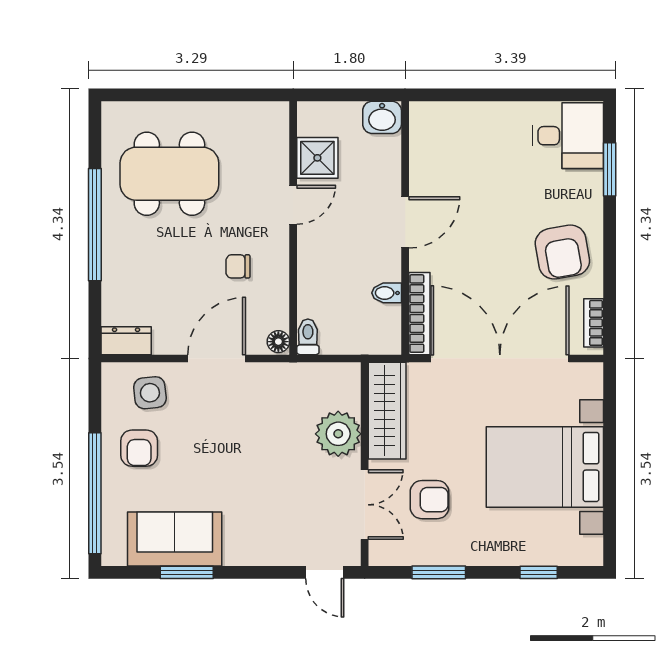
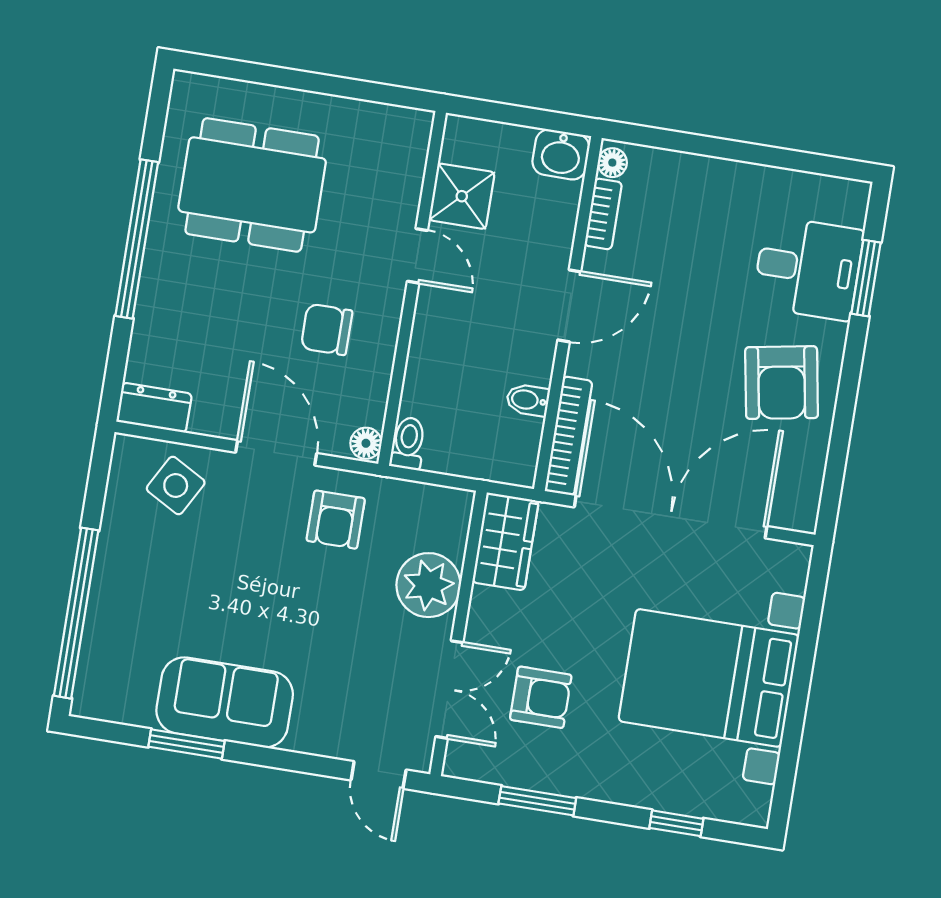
floor lamp: (419, 117) -> (612, 163), added
desk: (568, 136) -> (808, 268), moved
door: (293, 205) -> (417, 256), hinge flipped
chair: (238, 266) -> (327, 329), width x1.37, depth x1.37
bookcase: (594, 323) -> (603, 214), moved, turned 180
door: (217, 358) -> (276, 453), hinge flipped
side table: (150, 393) -> (176, 486), turned 35
wardrobe: (387, 411) -> (505, 541), width x0.67
armchair: (139, 448) -> (336, 520), moved
sofa: (175, 539) -> (225, 702), moved

